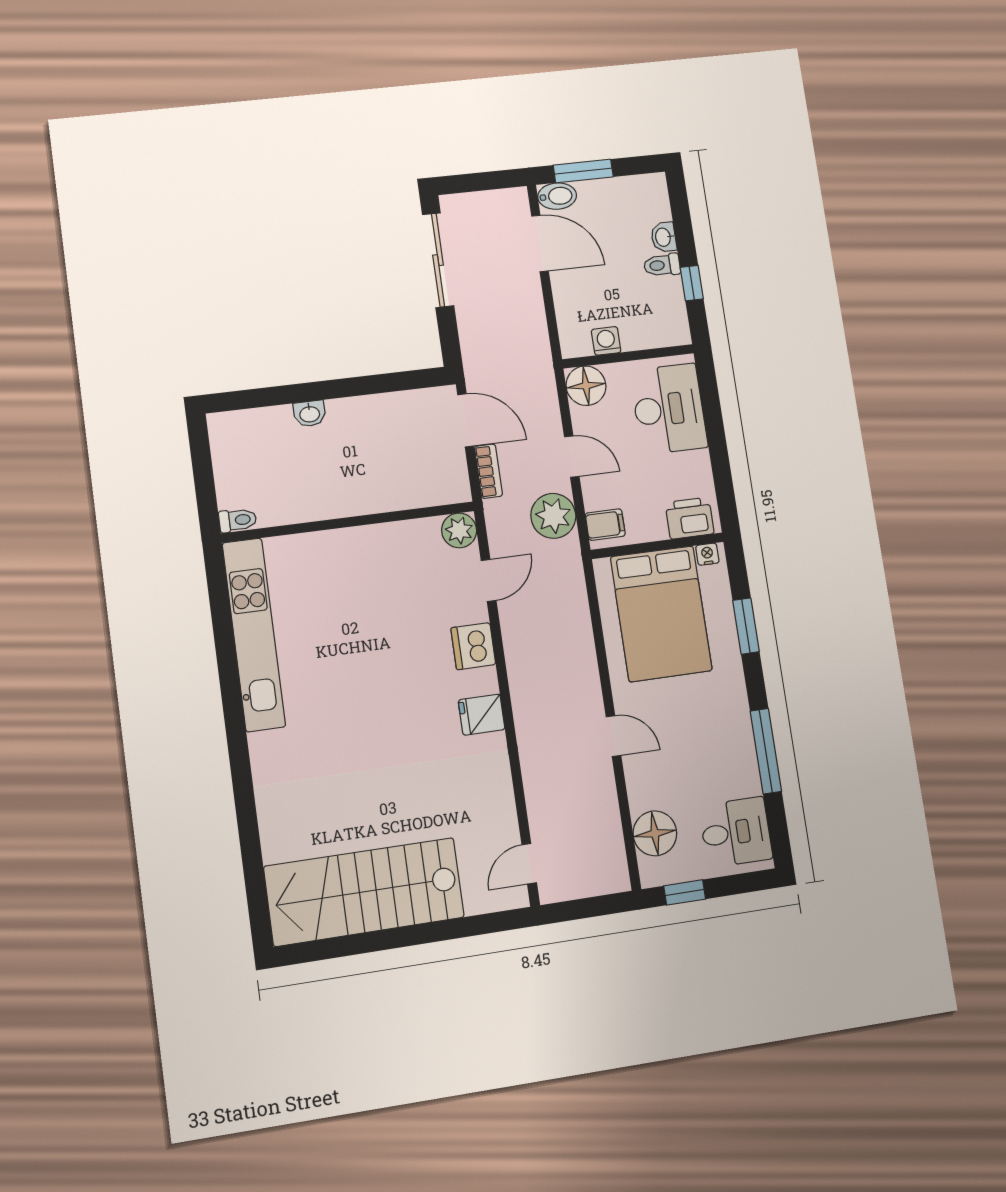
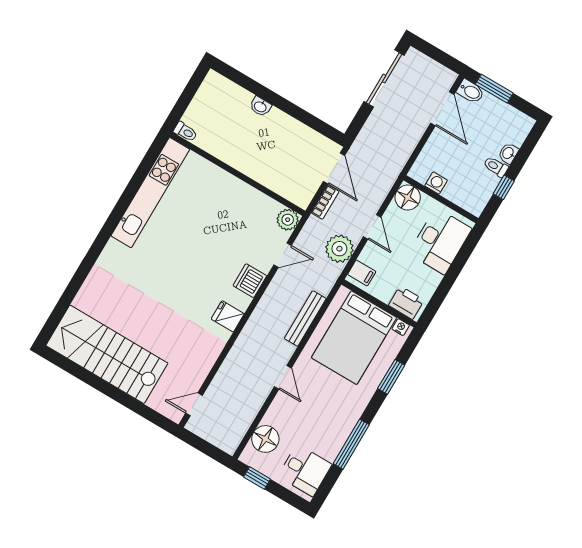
bench: (581, 638) -> (305, 318), added

